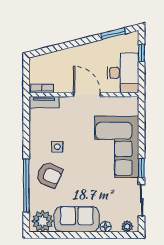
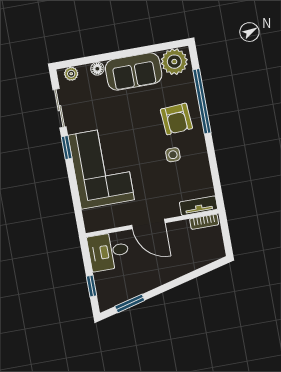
desk: (123, 73) -> (109, 251), width x0.73
armchair: (49, 175) -> (176, 119), turned -117

